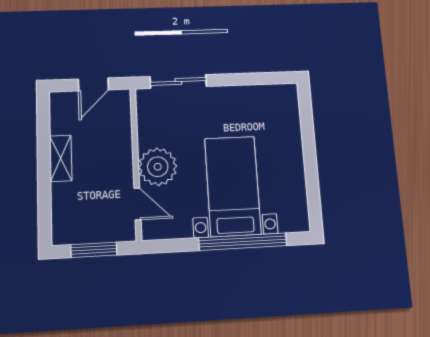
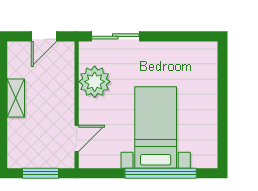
plant: (158, 167) -> (95, 82), moved
door: (137, 204) -> (77, 138), hinge flipped

